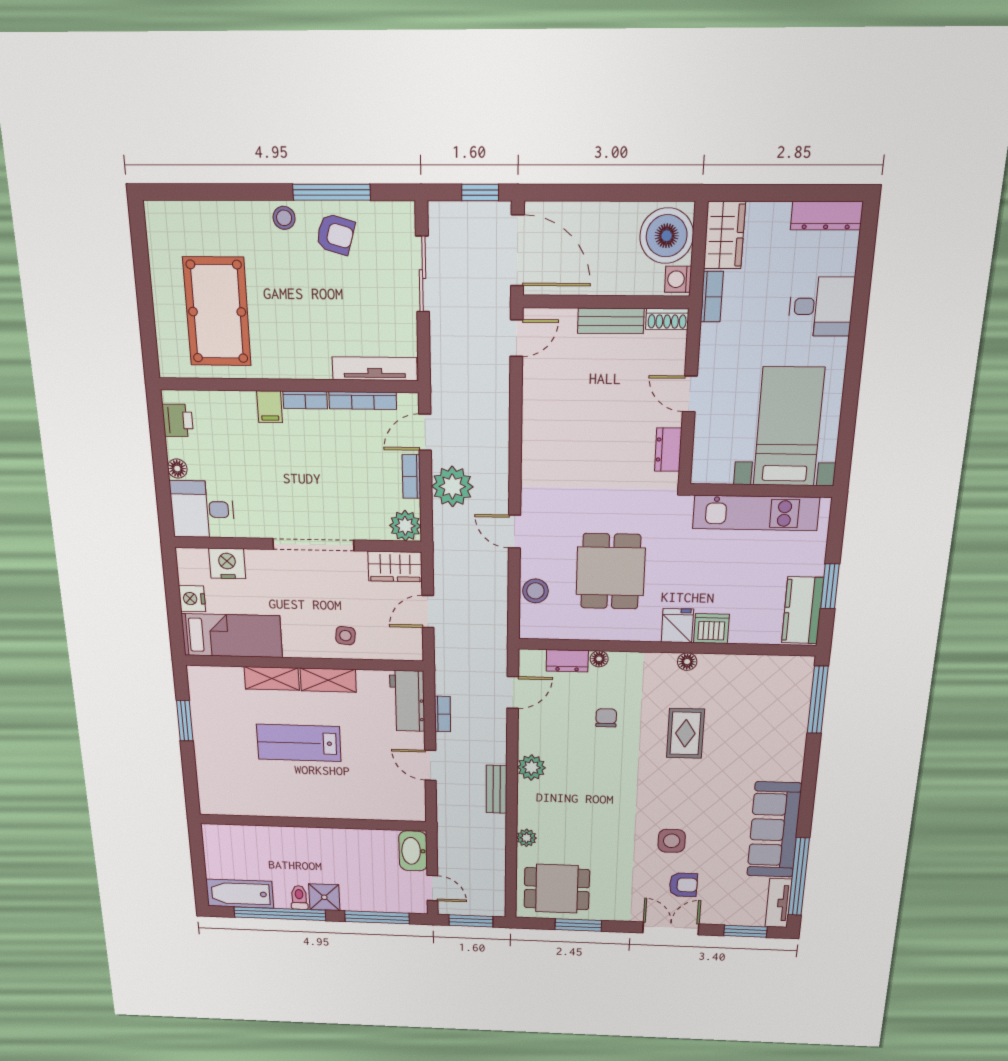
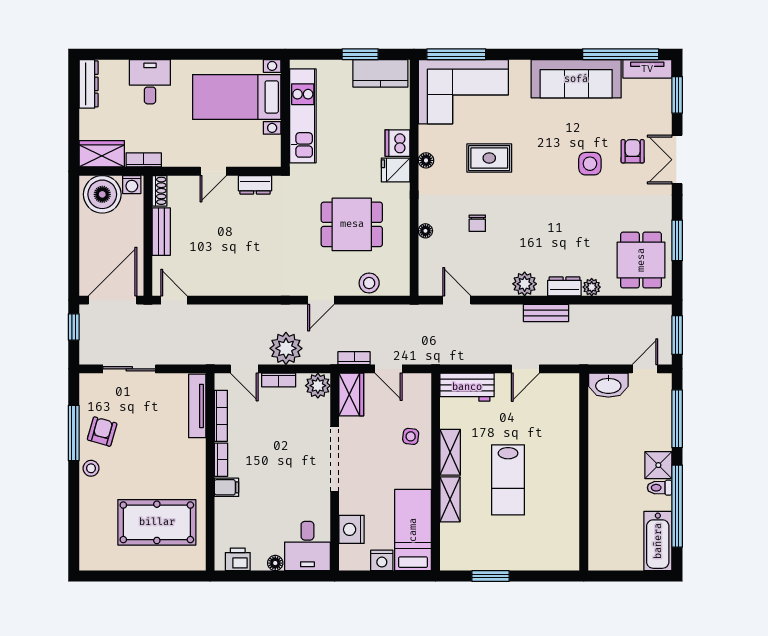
dresser: (567, 661) -> (564, 286), moved, turned -90
corner sofa: (770, 707) -> (463, 92), added
bookcase: (442, 714) -> (354, 358), moved
chair: (606, 718) -> (477, 223), turned -90

